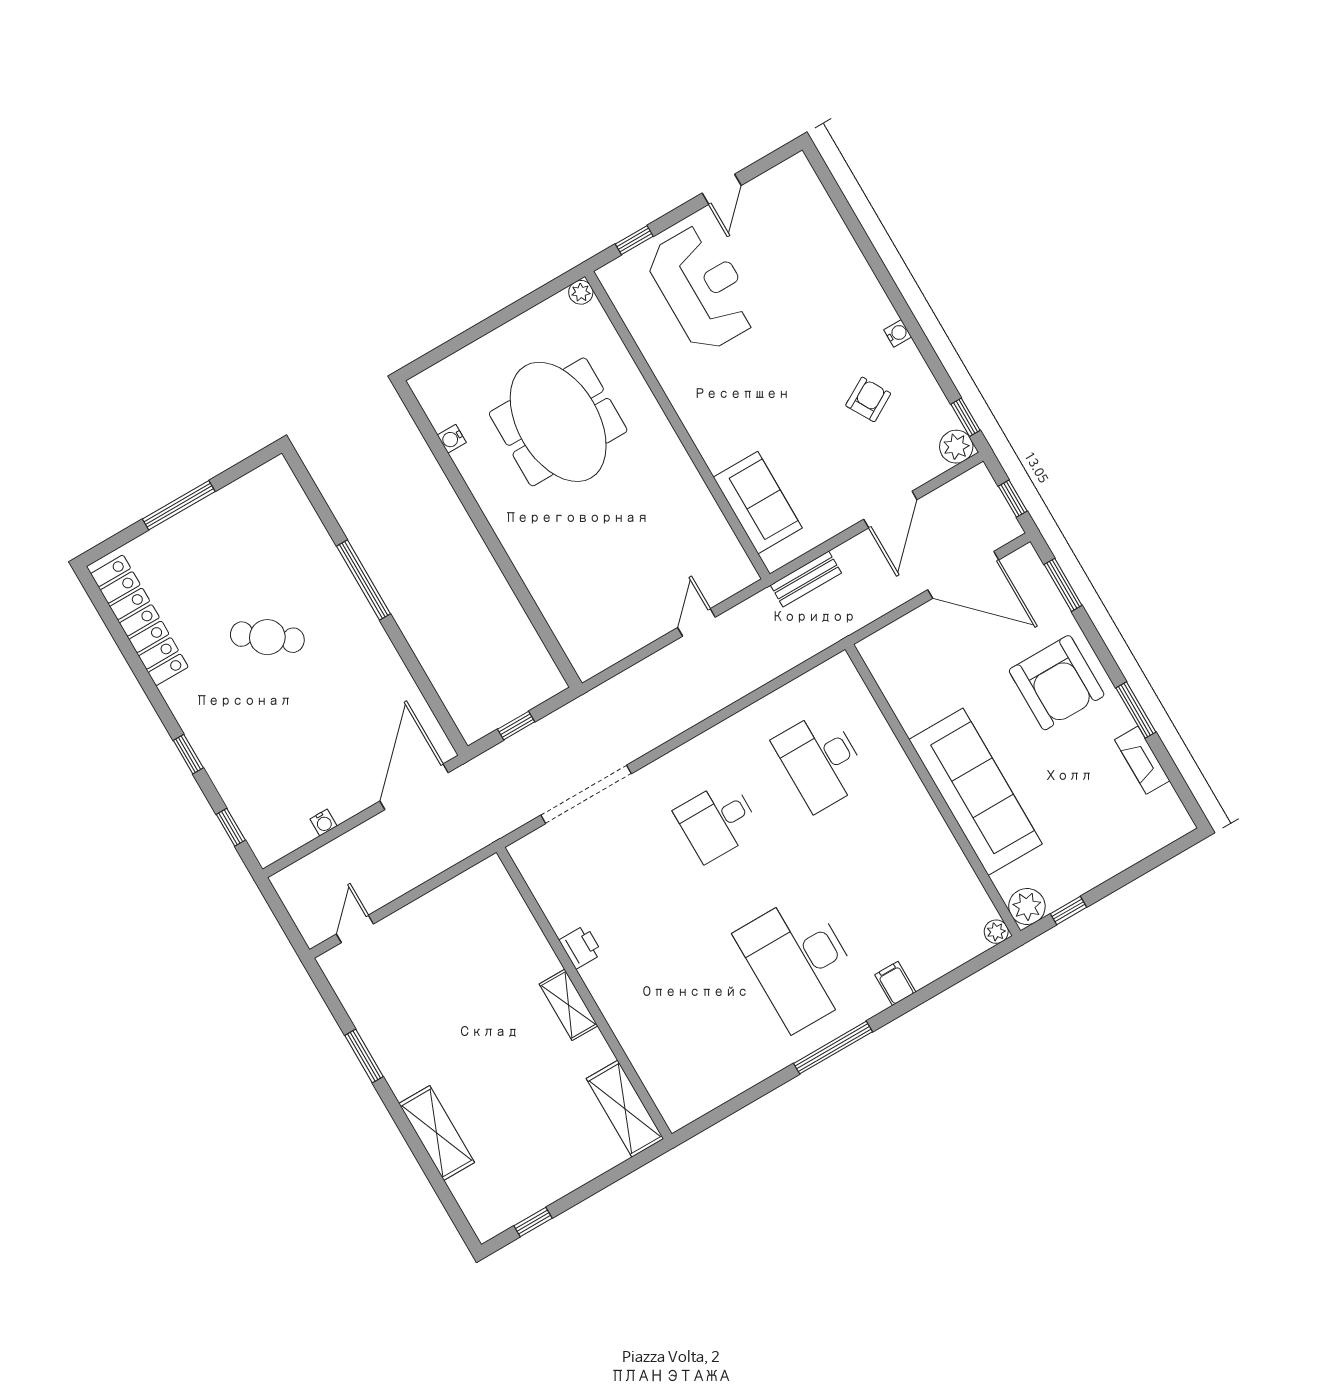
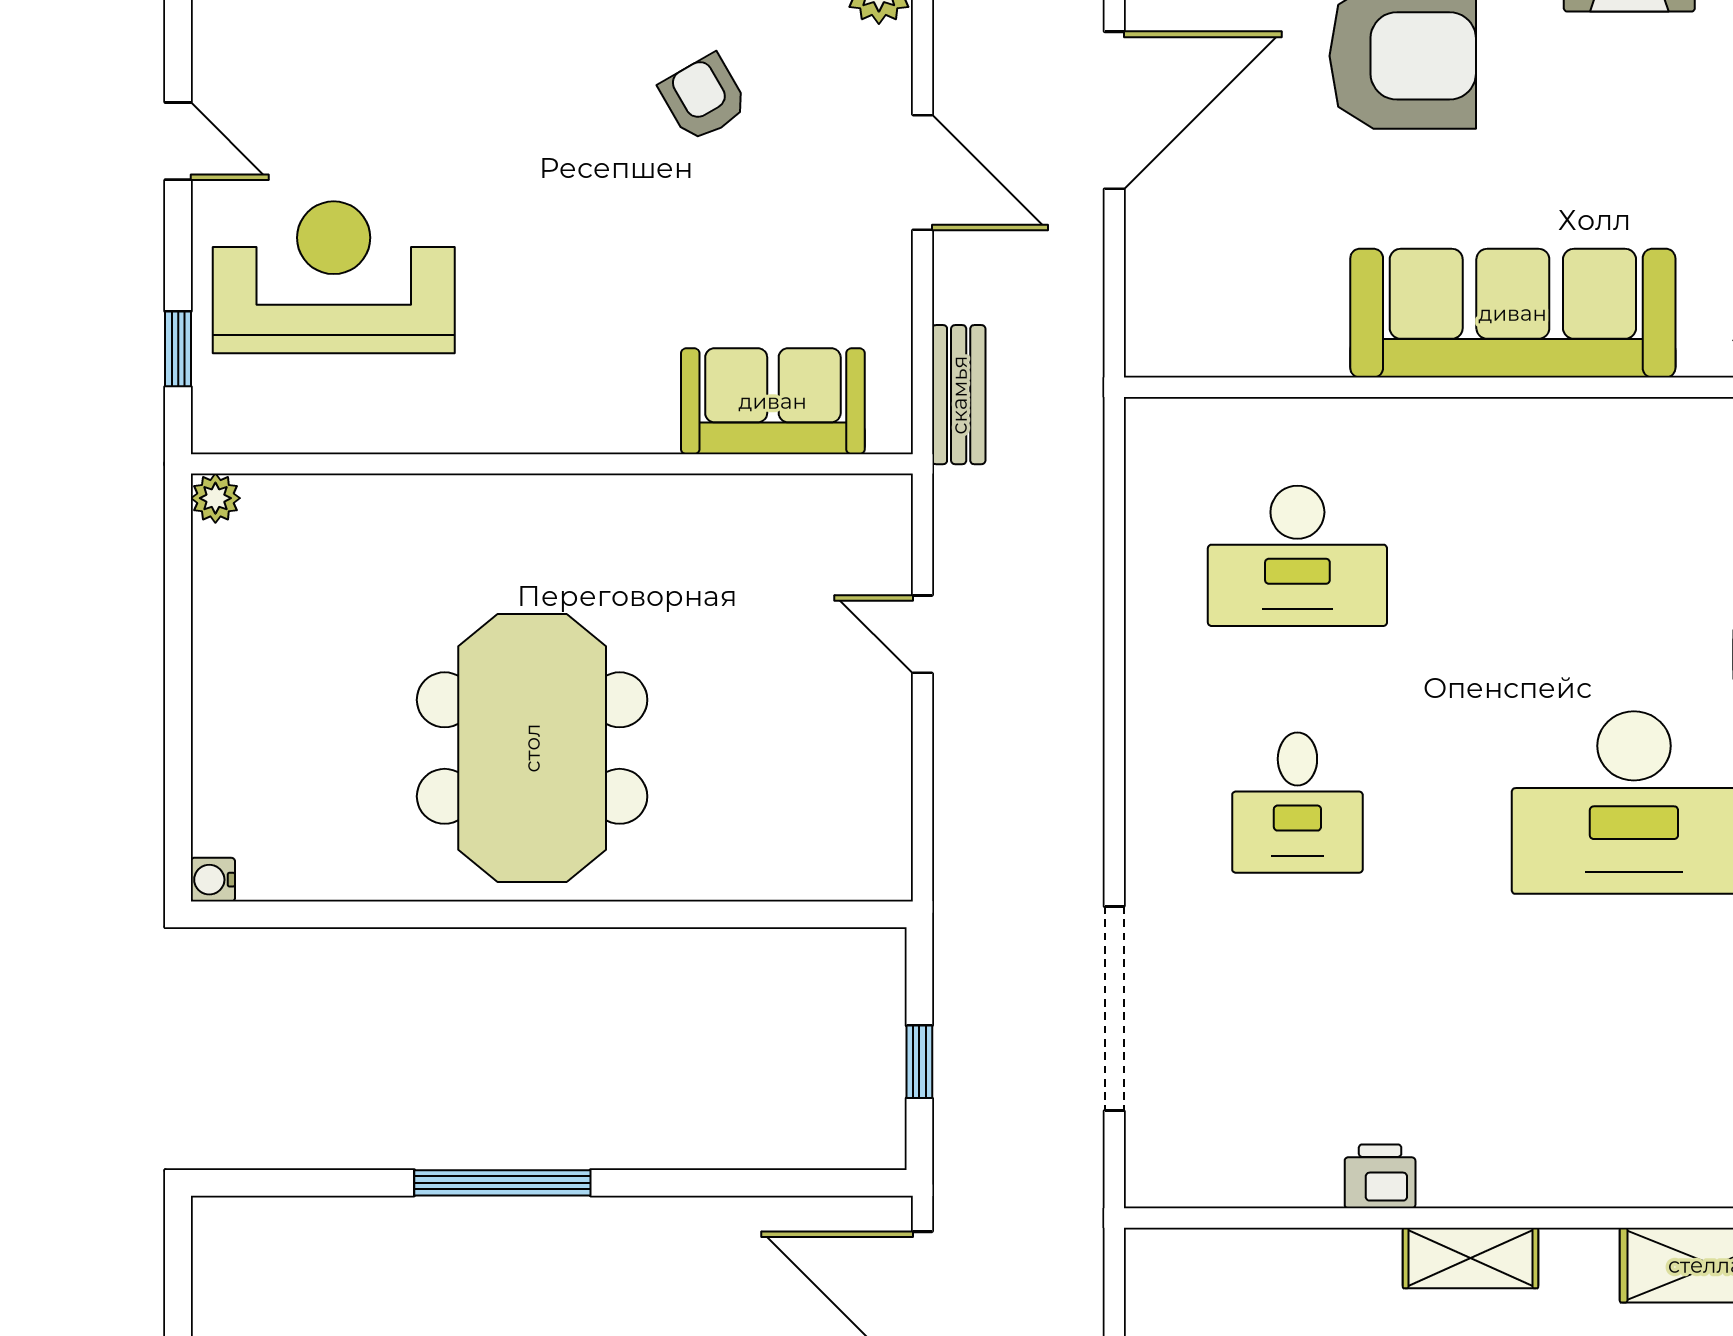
meeting table: (558, 422) -> (532, 748), moved, turned 90
water cooler: (452, 439) -> (213, 880), moved, turned 90

